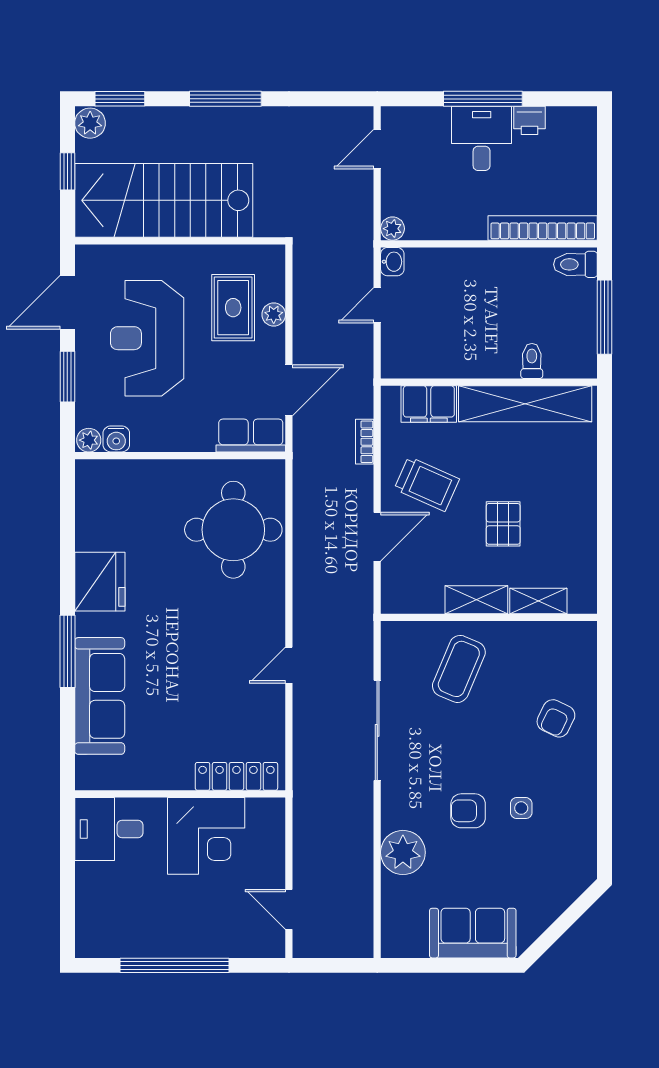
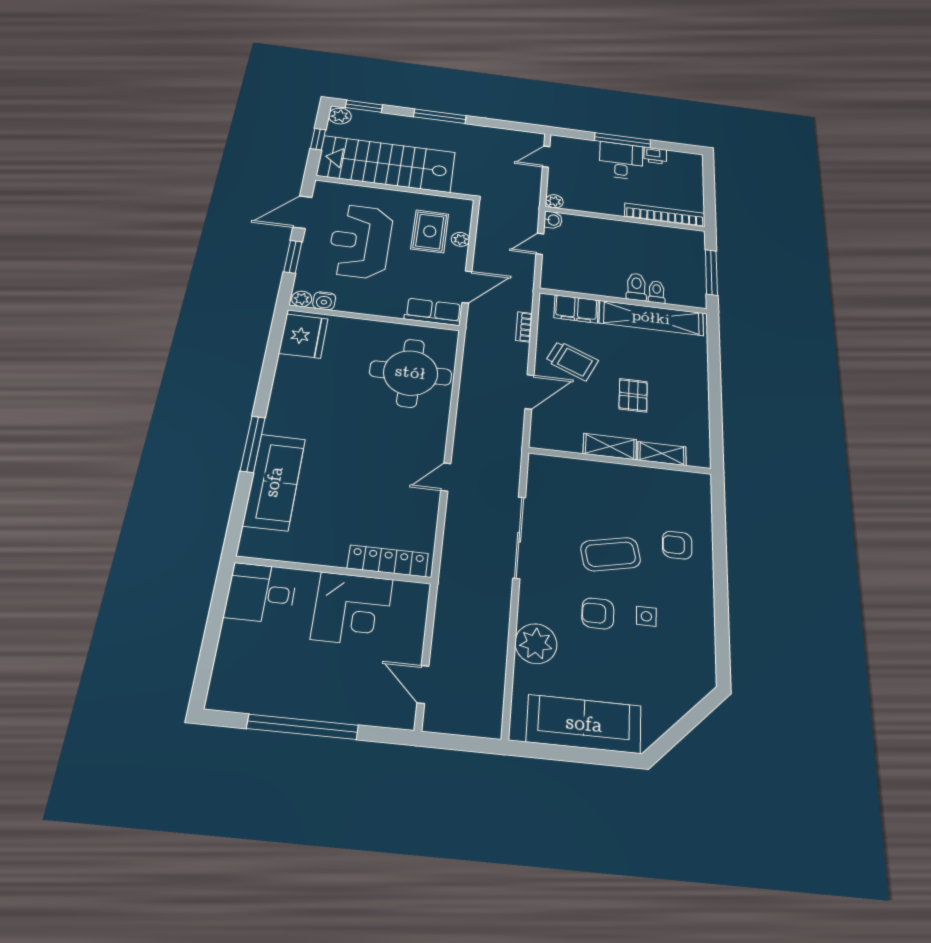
toilet: (575, 264) -> (636, 287), moved, turned 90
fridge: (100, 582) -> (303, 336), moved
coffee table: (459, 669) -> (611, 554), moved, turned 55
armchair: (556, 718) -> (677, 545), turned 64
sofa: (473, 933) -> (584, 724), width x1.36

